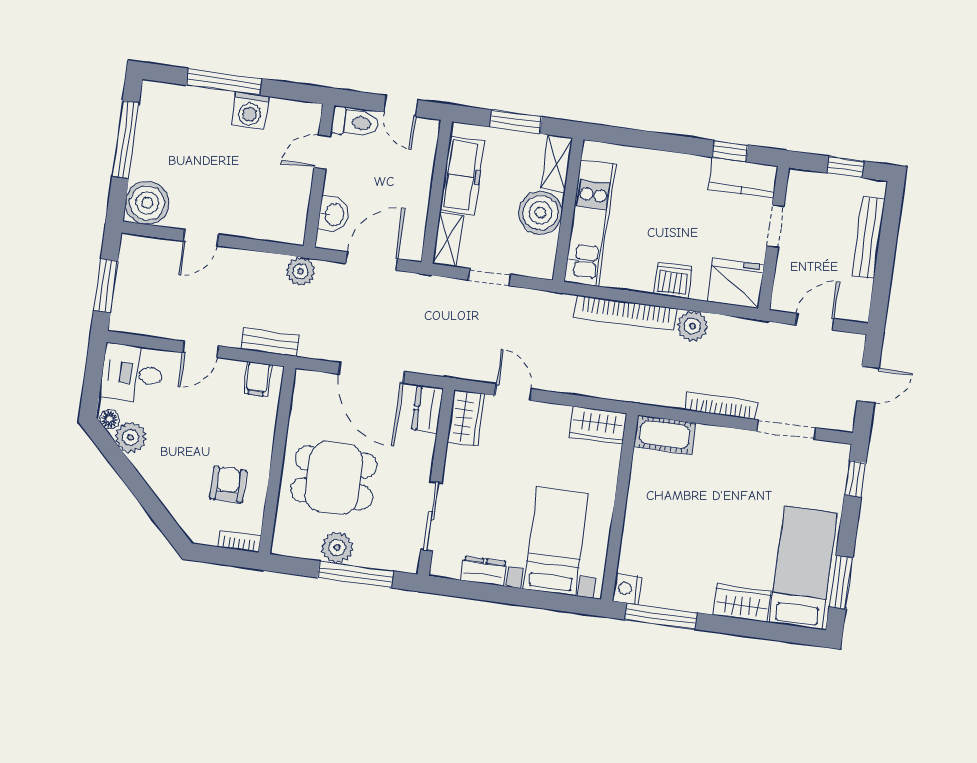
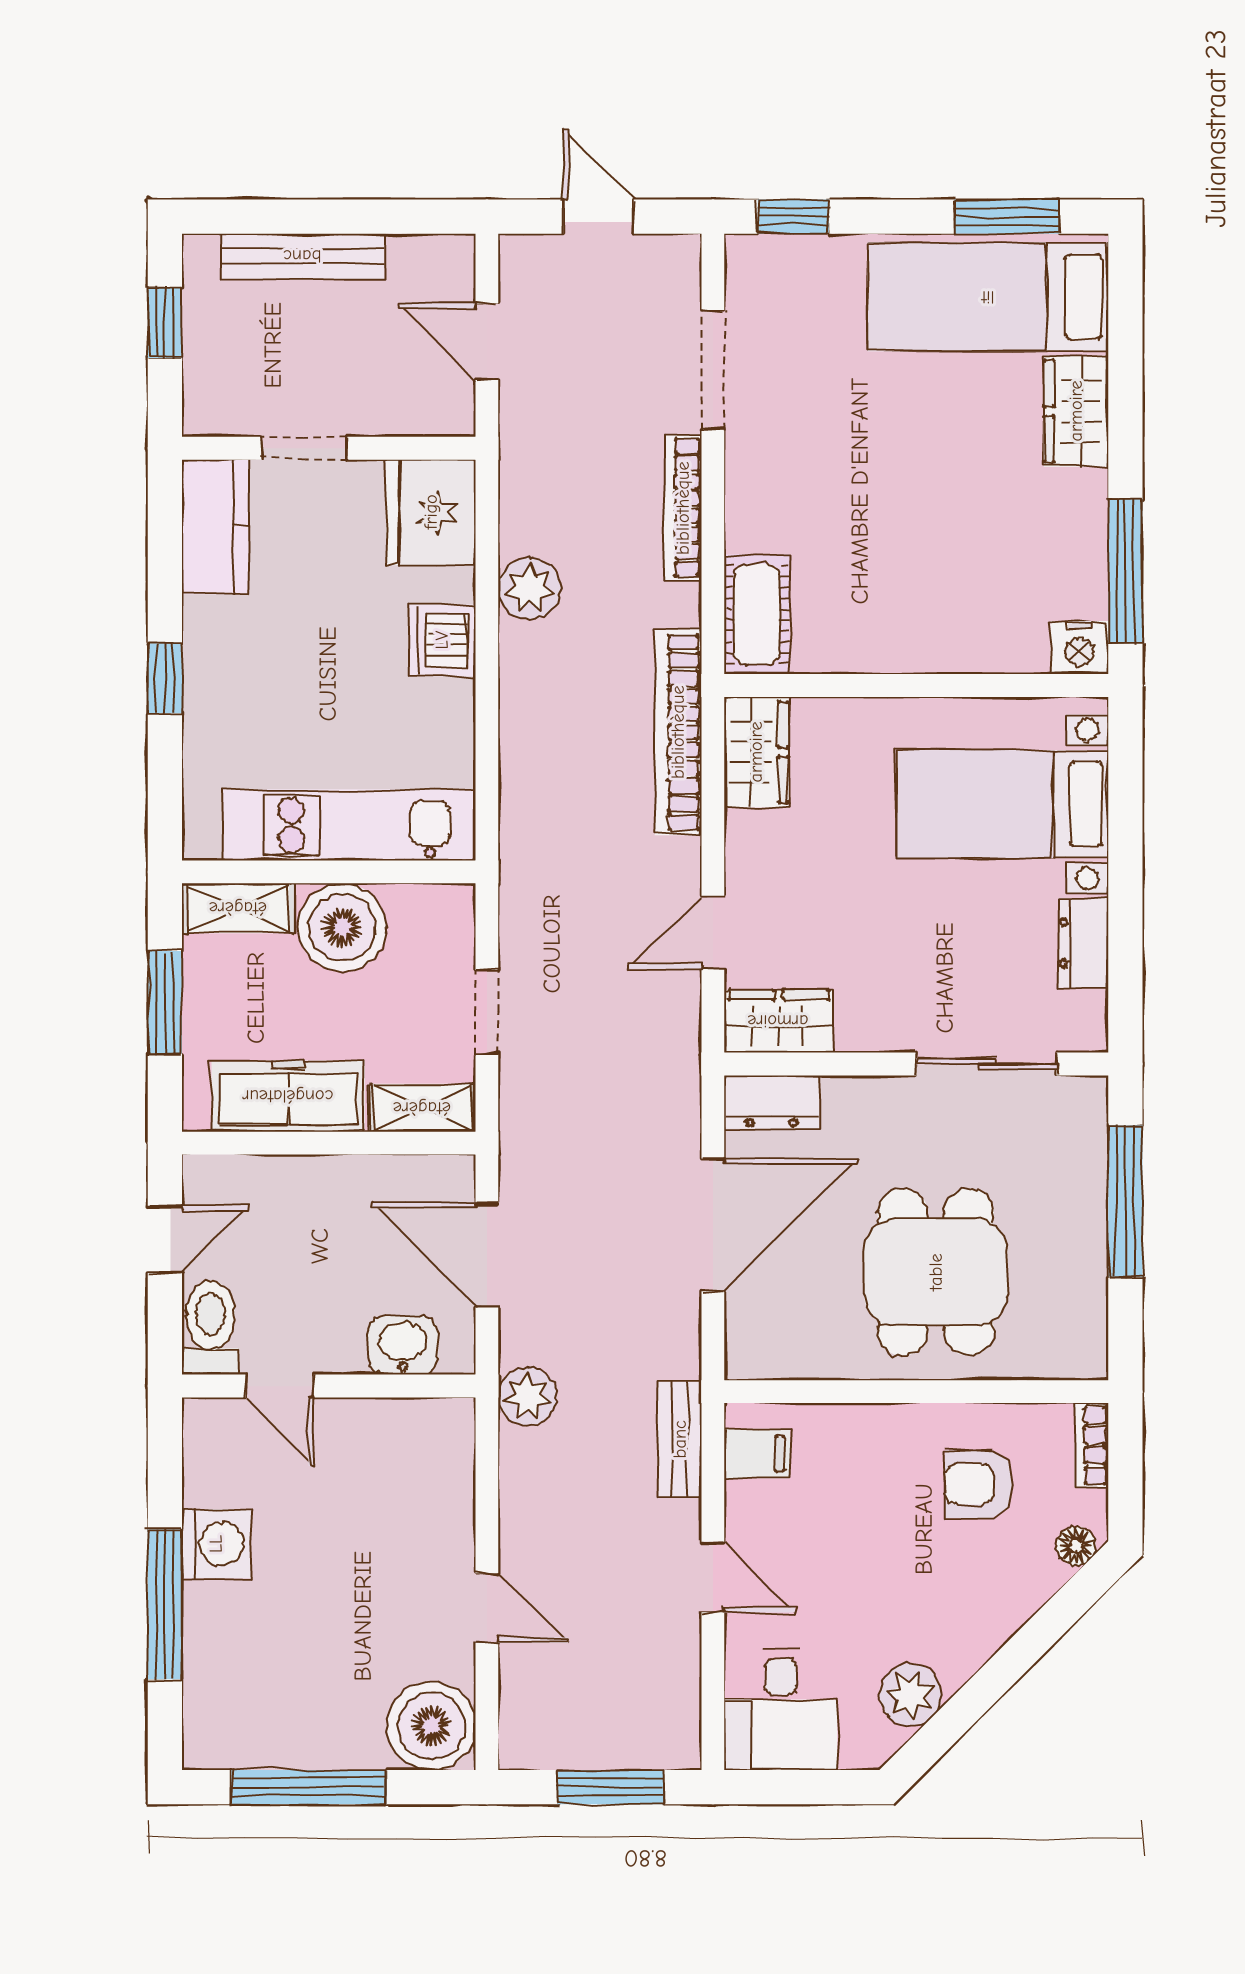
window: (730, 151) -> (165, 678), moved
bookcase: (626, 313) -> (678, 732), moved, turned 180
floor lamp: (110, 419) -> (1076, 1546), moved
plant: (337, 548) -> (1076, 1246), removed

